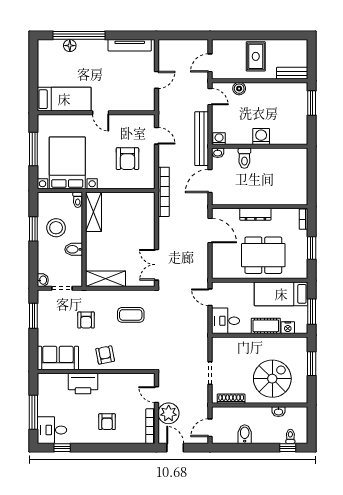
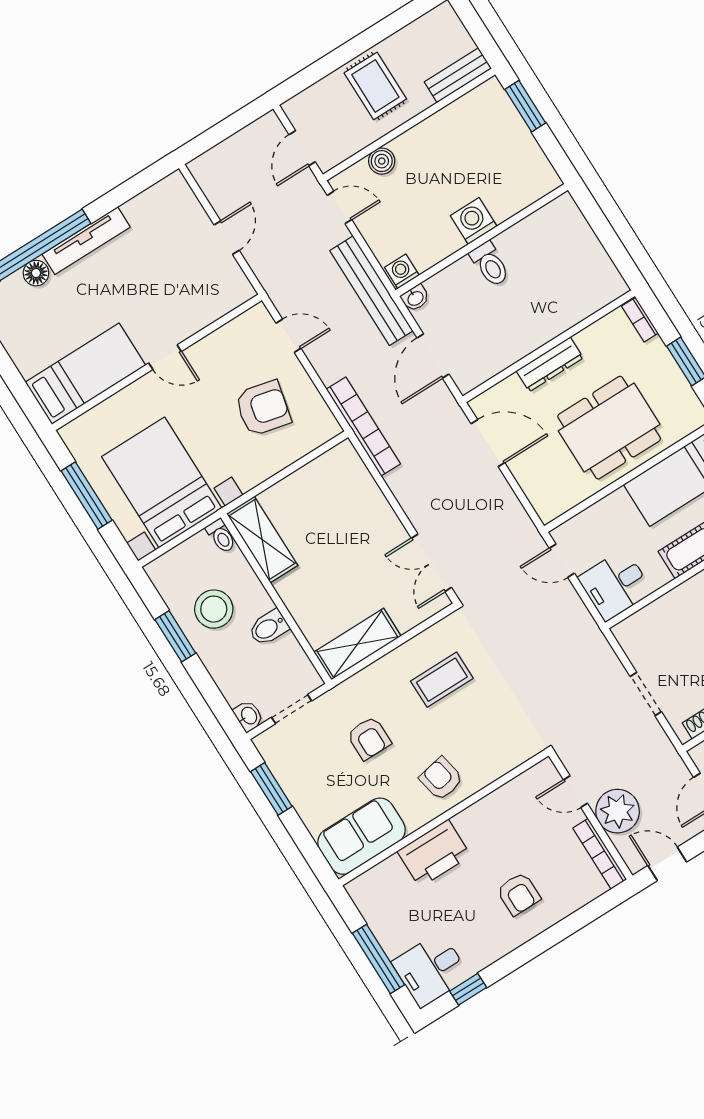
tv unit: (130, 45) -> (86, 241), moved
toilet: (244, 158) -> (490, 264), moved
armchair: (127, 159) -> (263, 408), turned -77

